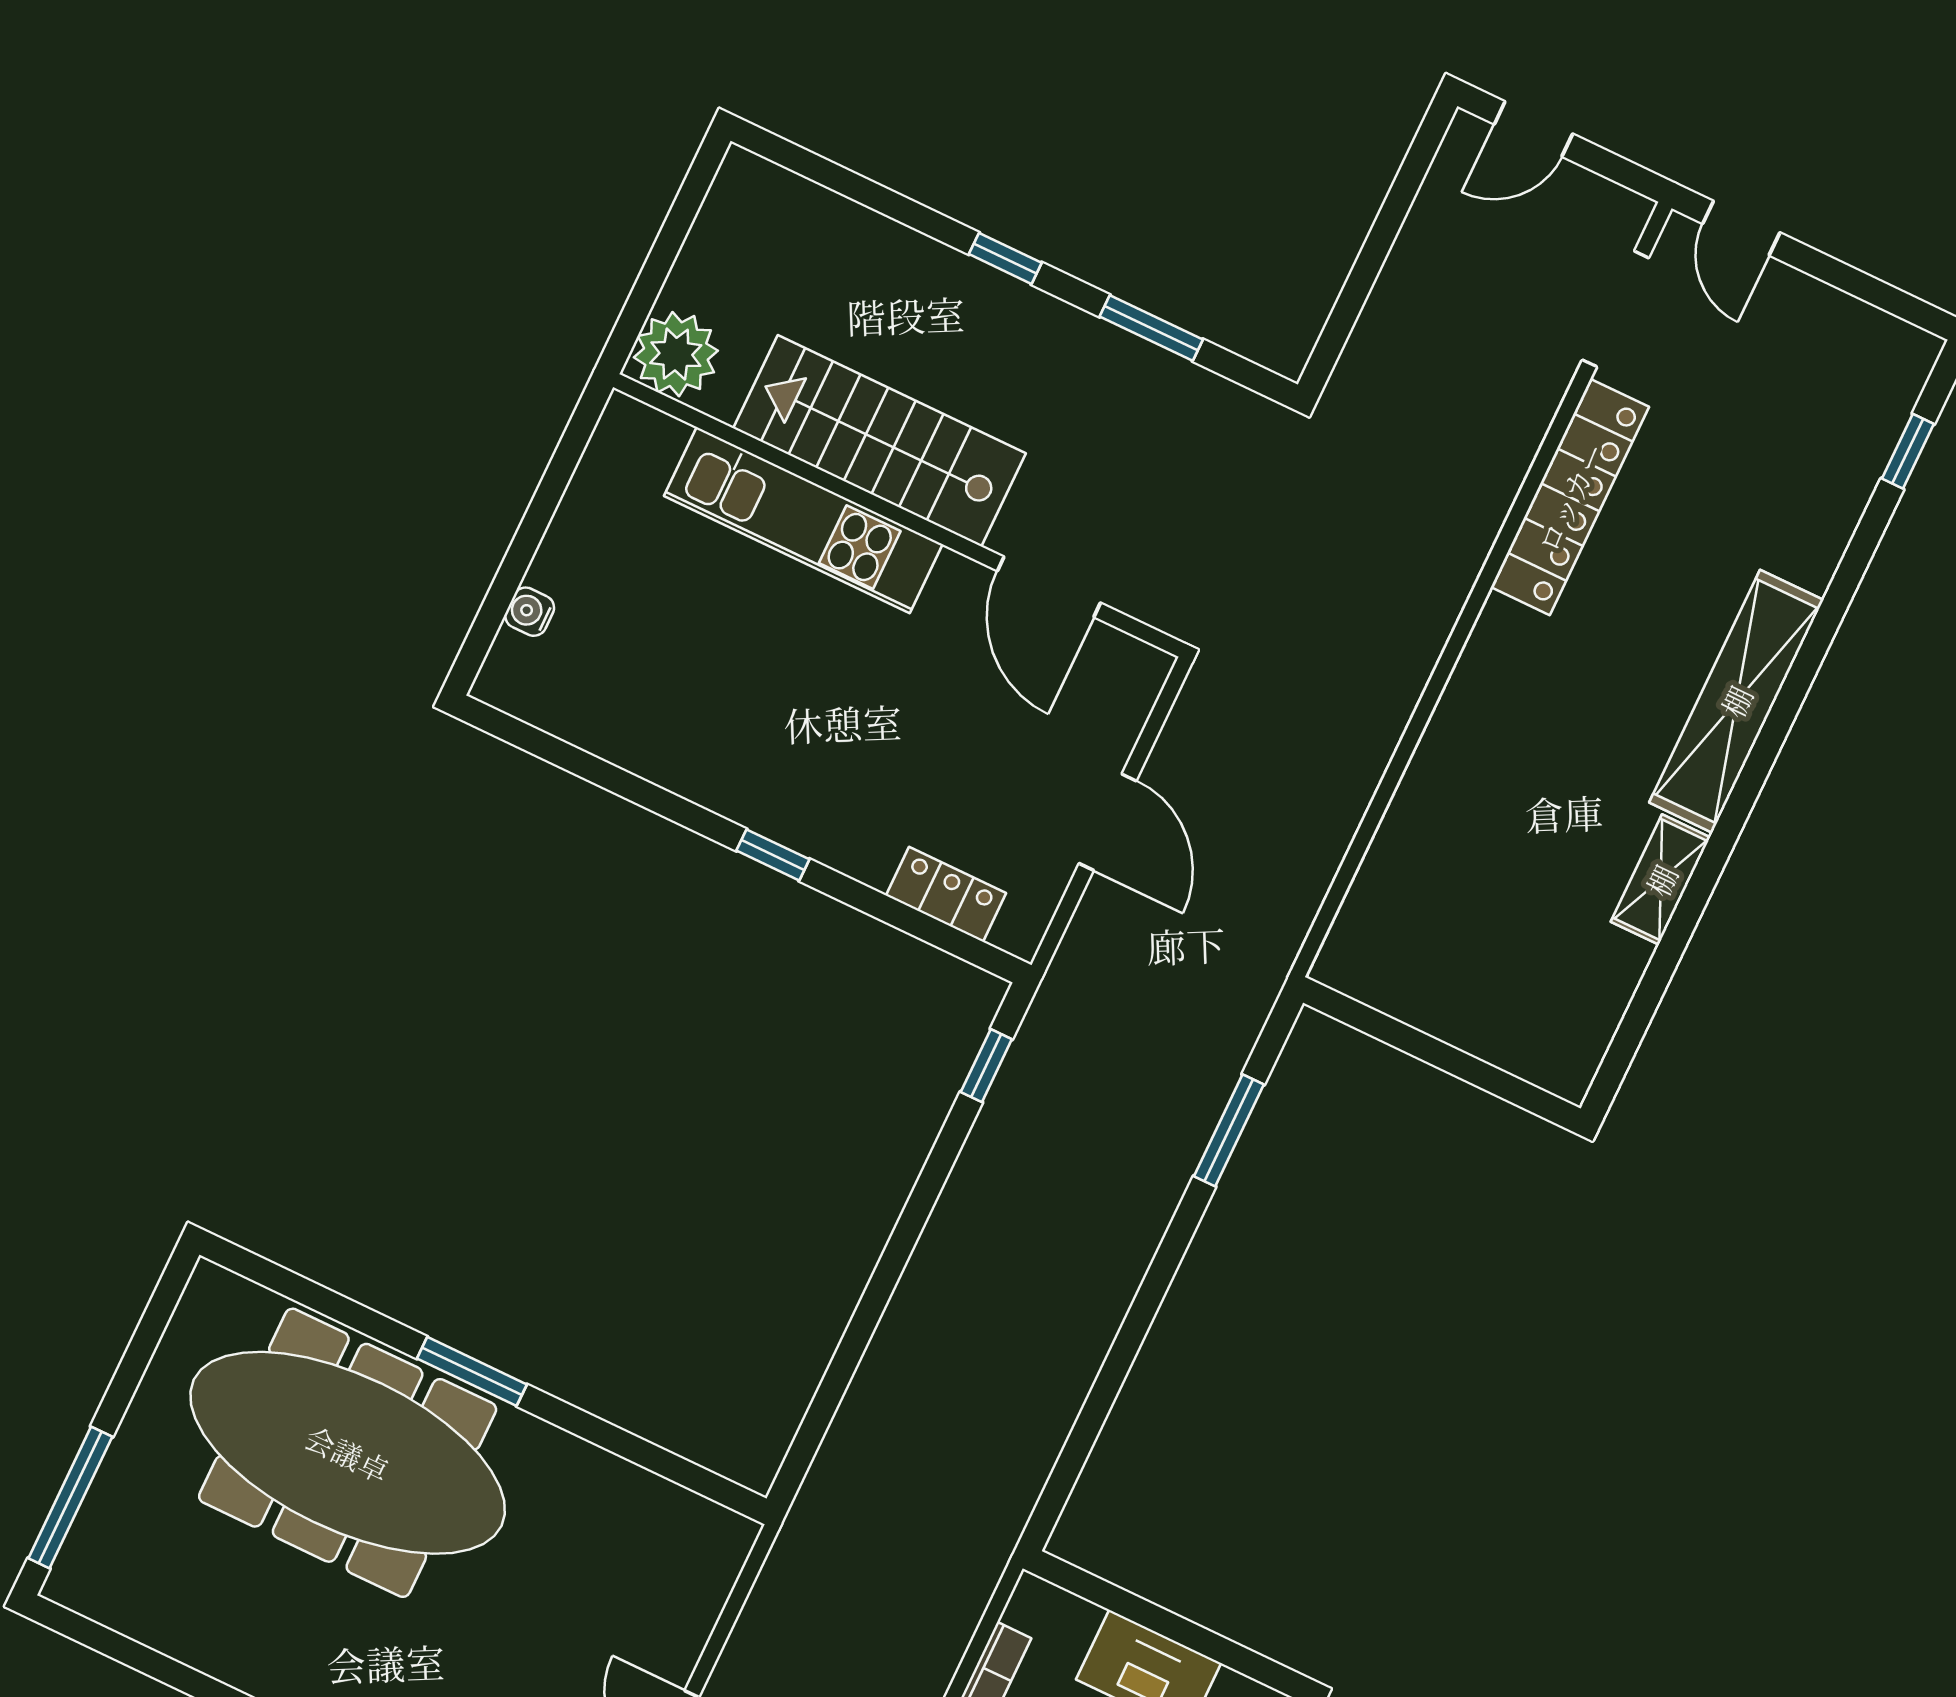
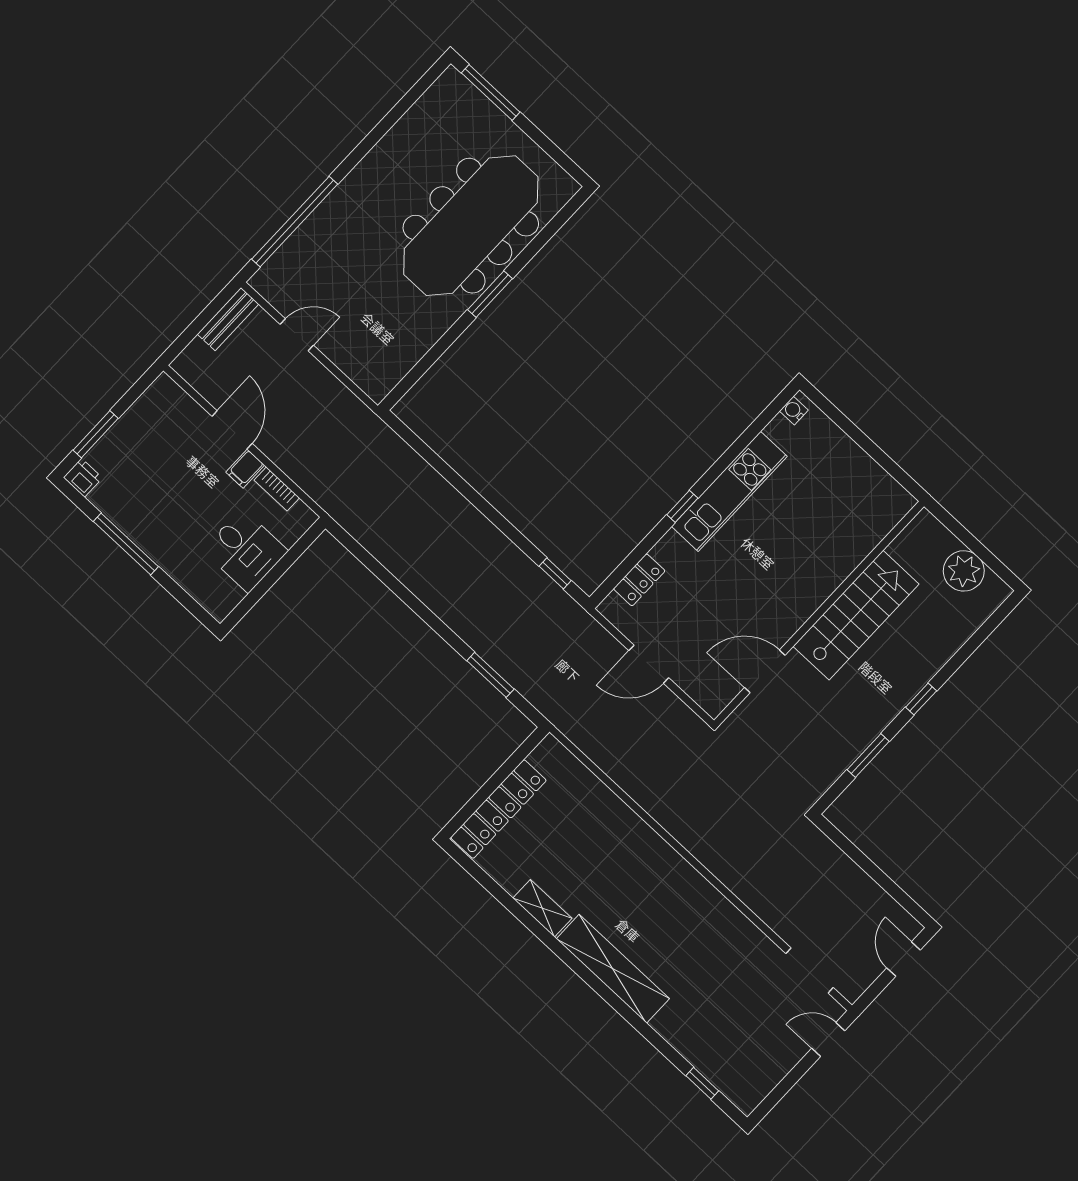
plant: (676, 354) -> (964, 571), moved
locker: (1570, 497) -> (498, 809), moved, turned -90
kitchen unit: (803, 520) -> (729, 491), moved, turned 180
water cooler: (530, 612) -> (794, 411), moved, turned -90

